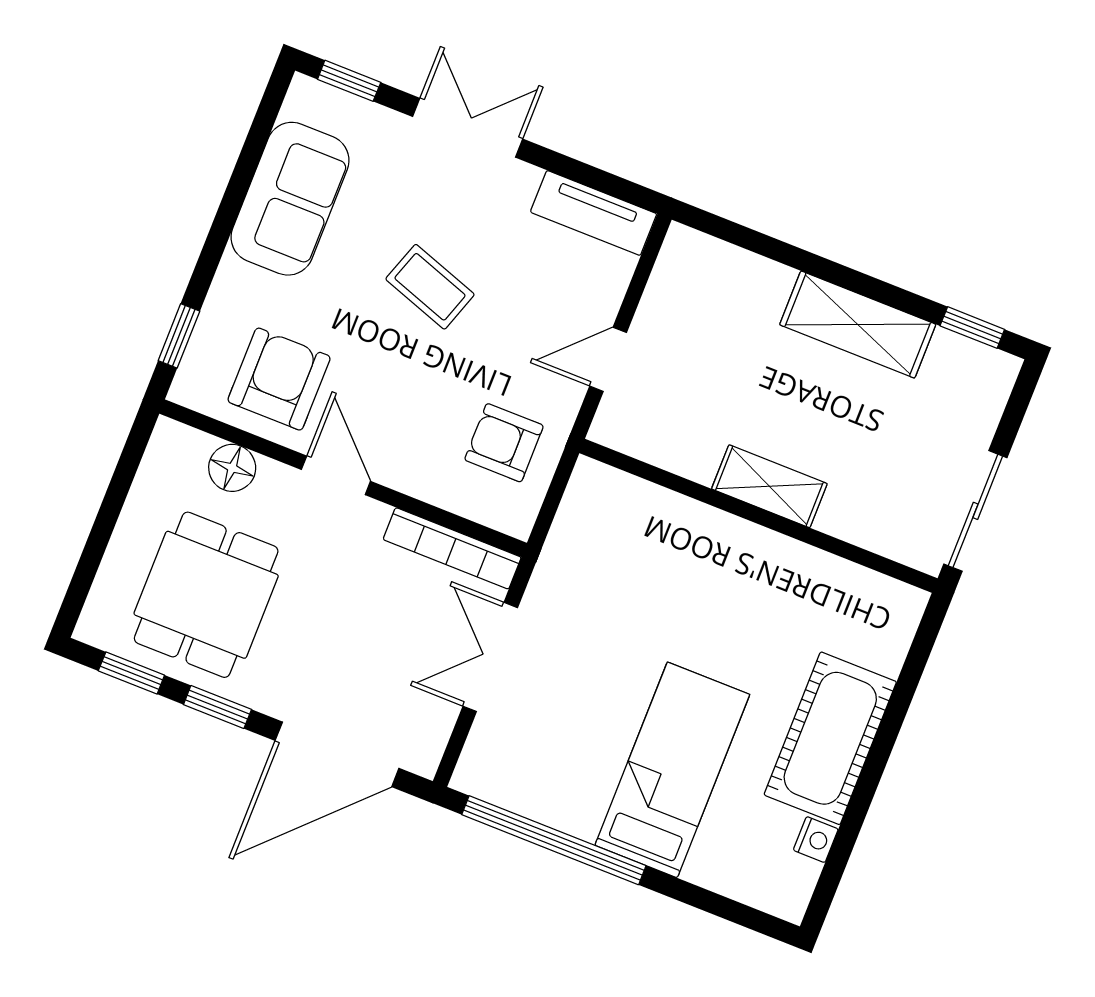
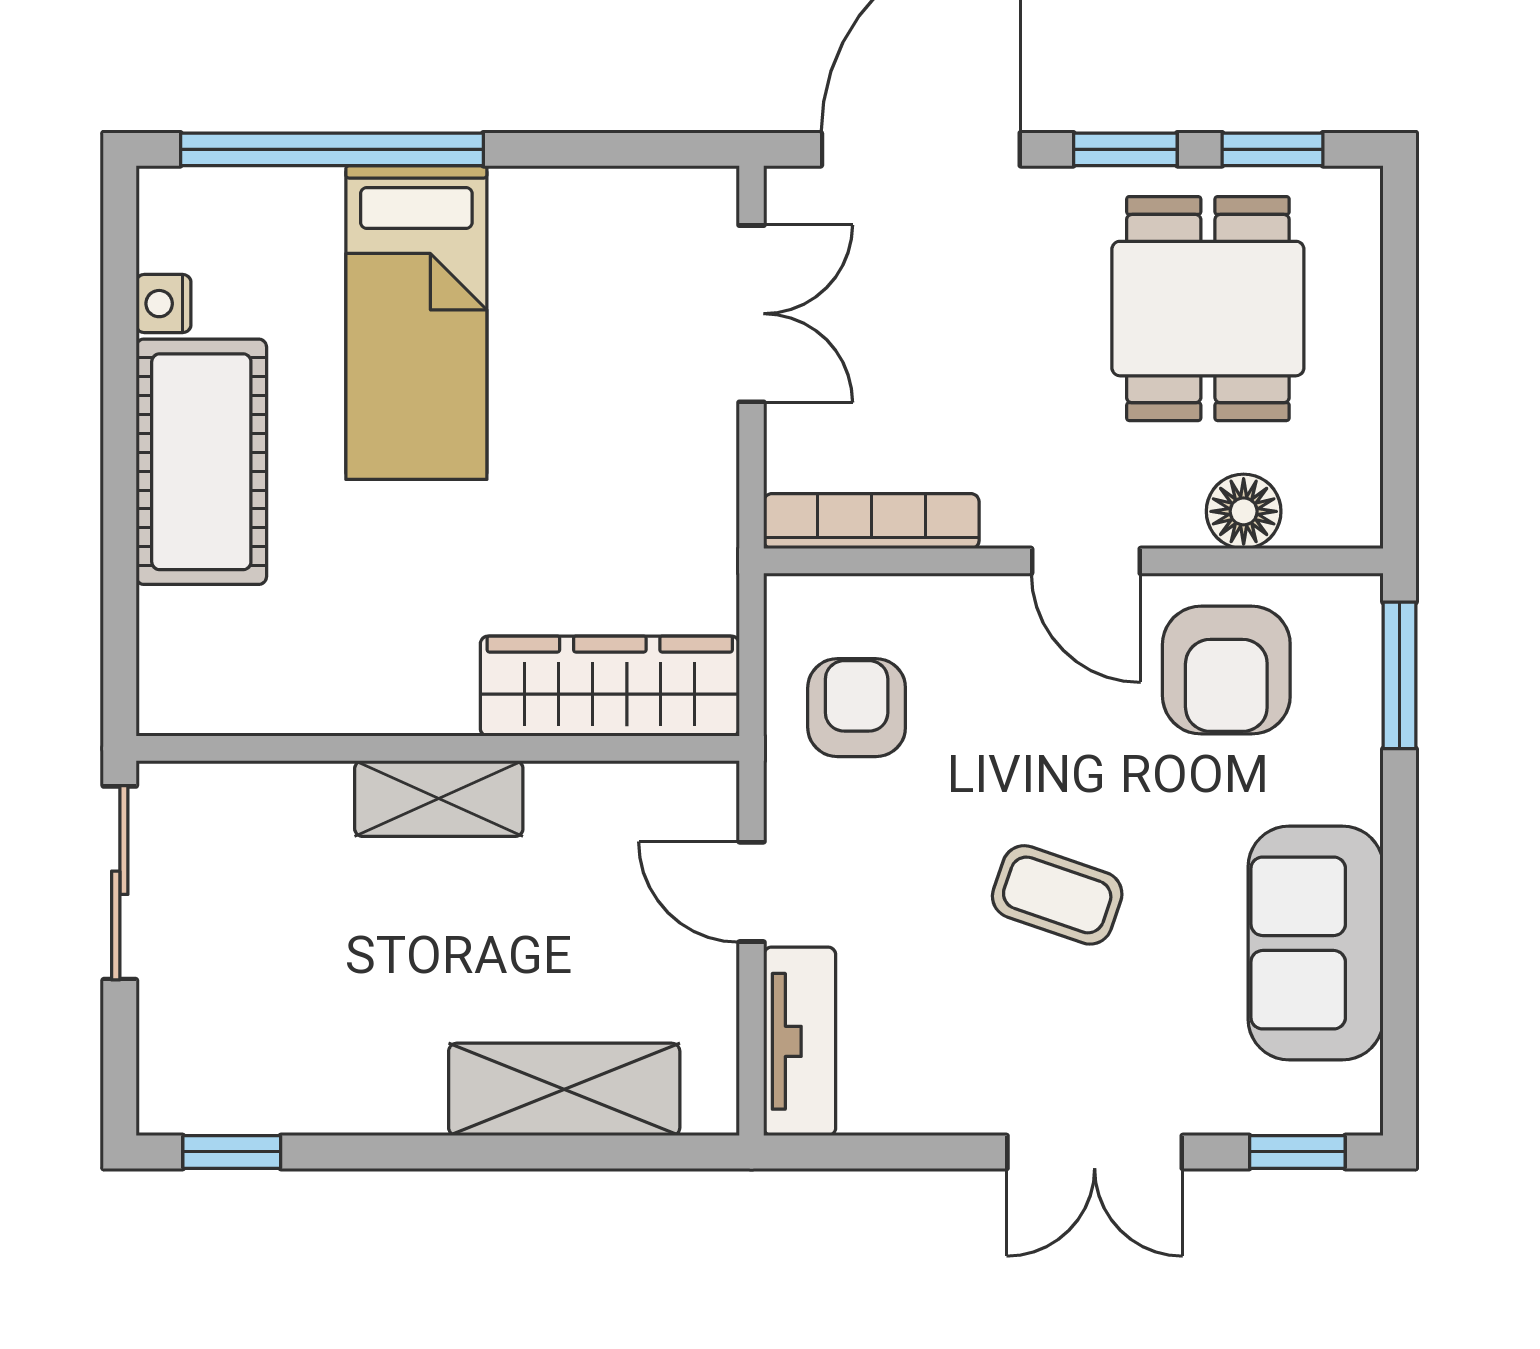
tv unit: (594, 213) -> (800, 1041), moved, turned 90
shelving: (858, 325) -> (564, 1089), moved
window: (179, 336) -> (1400, 675), width x1.50
door: (608, 359) -> (751, 892), swing flipped
armchair: (504, 443) -> (857, 708), turned -90
wardrobe: (643, 512) -> (610, 686), added
double door: (490, 657) -> (751, 314), moved
window: (554, 840) -> (332, 149), moved

